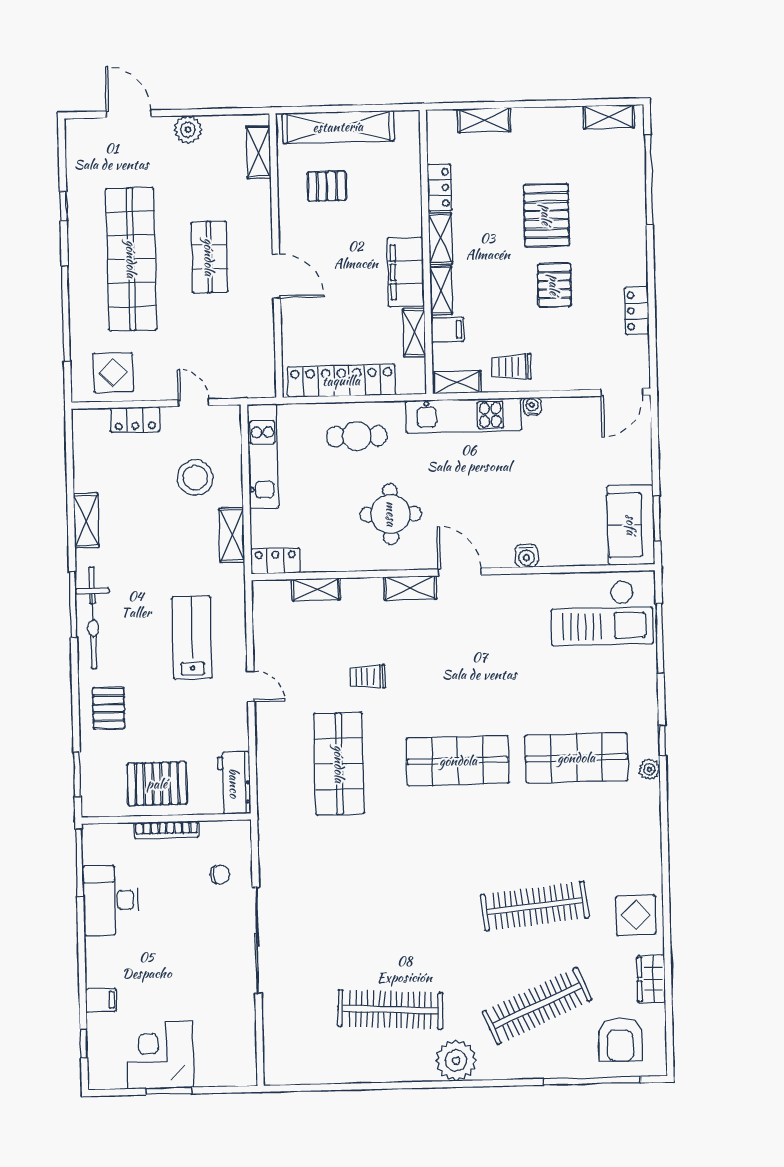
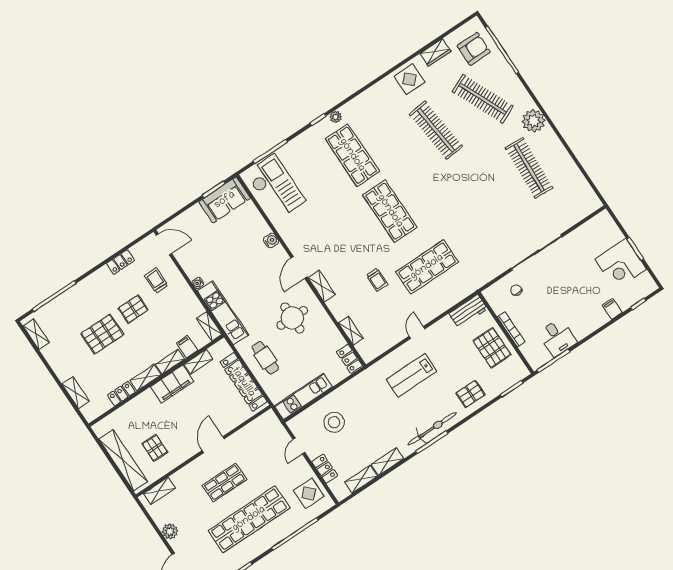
trolley: (512, 367) -> (156, 280), moved, turned 180
shelving: (232, 535) -> (361, 479), moved
desk: (111, 900) -> (557, 338), width x0.73

